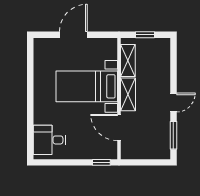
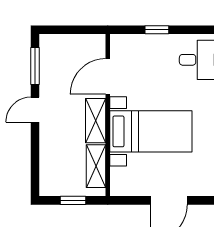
door: (119, 128) -> (108, 76), swing flipped
window: (101, 162) -> (157, 30), moved

